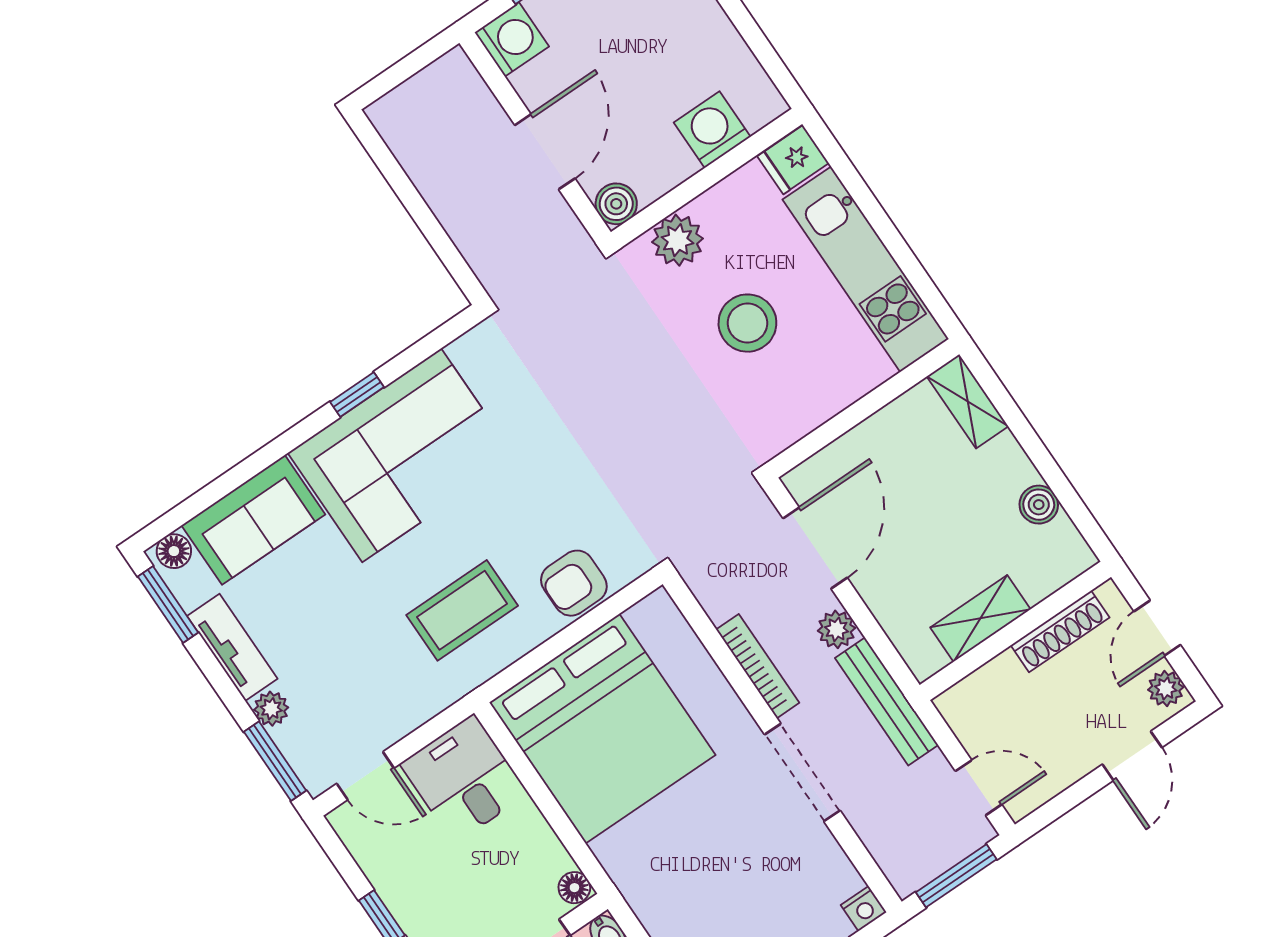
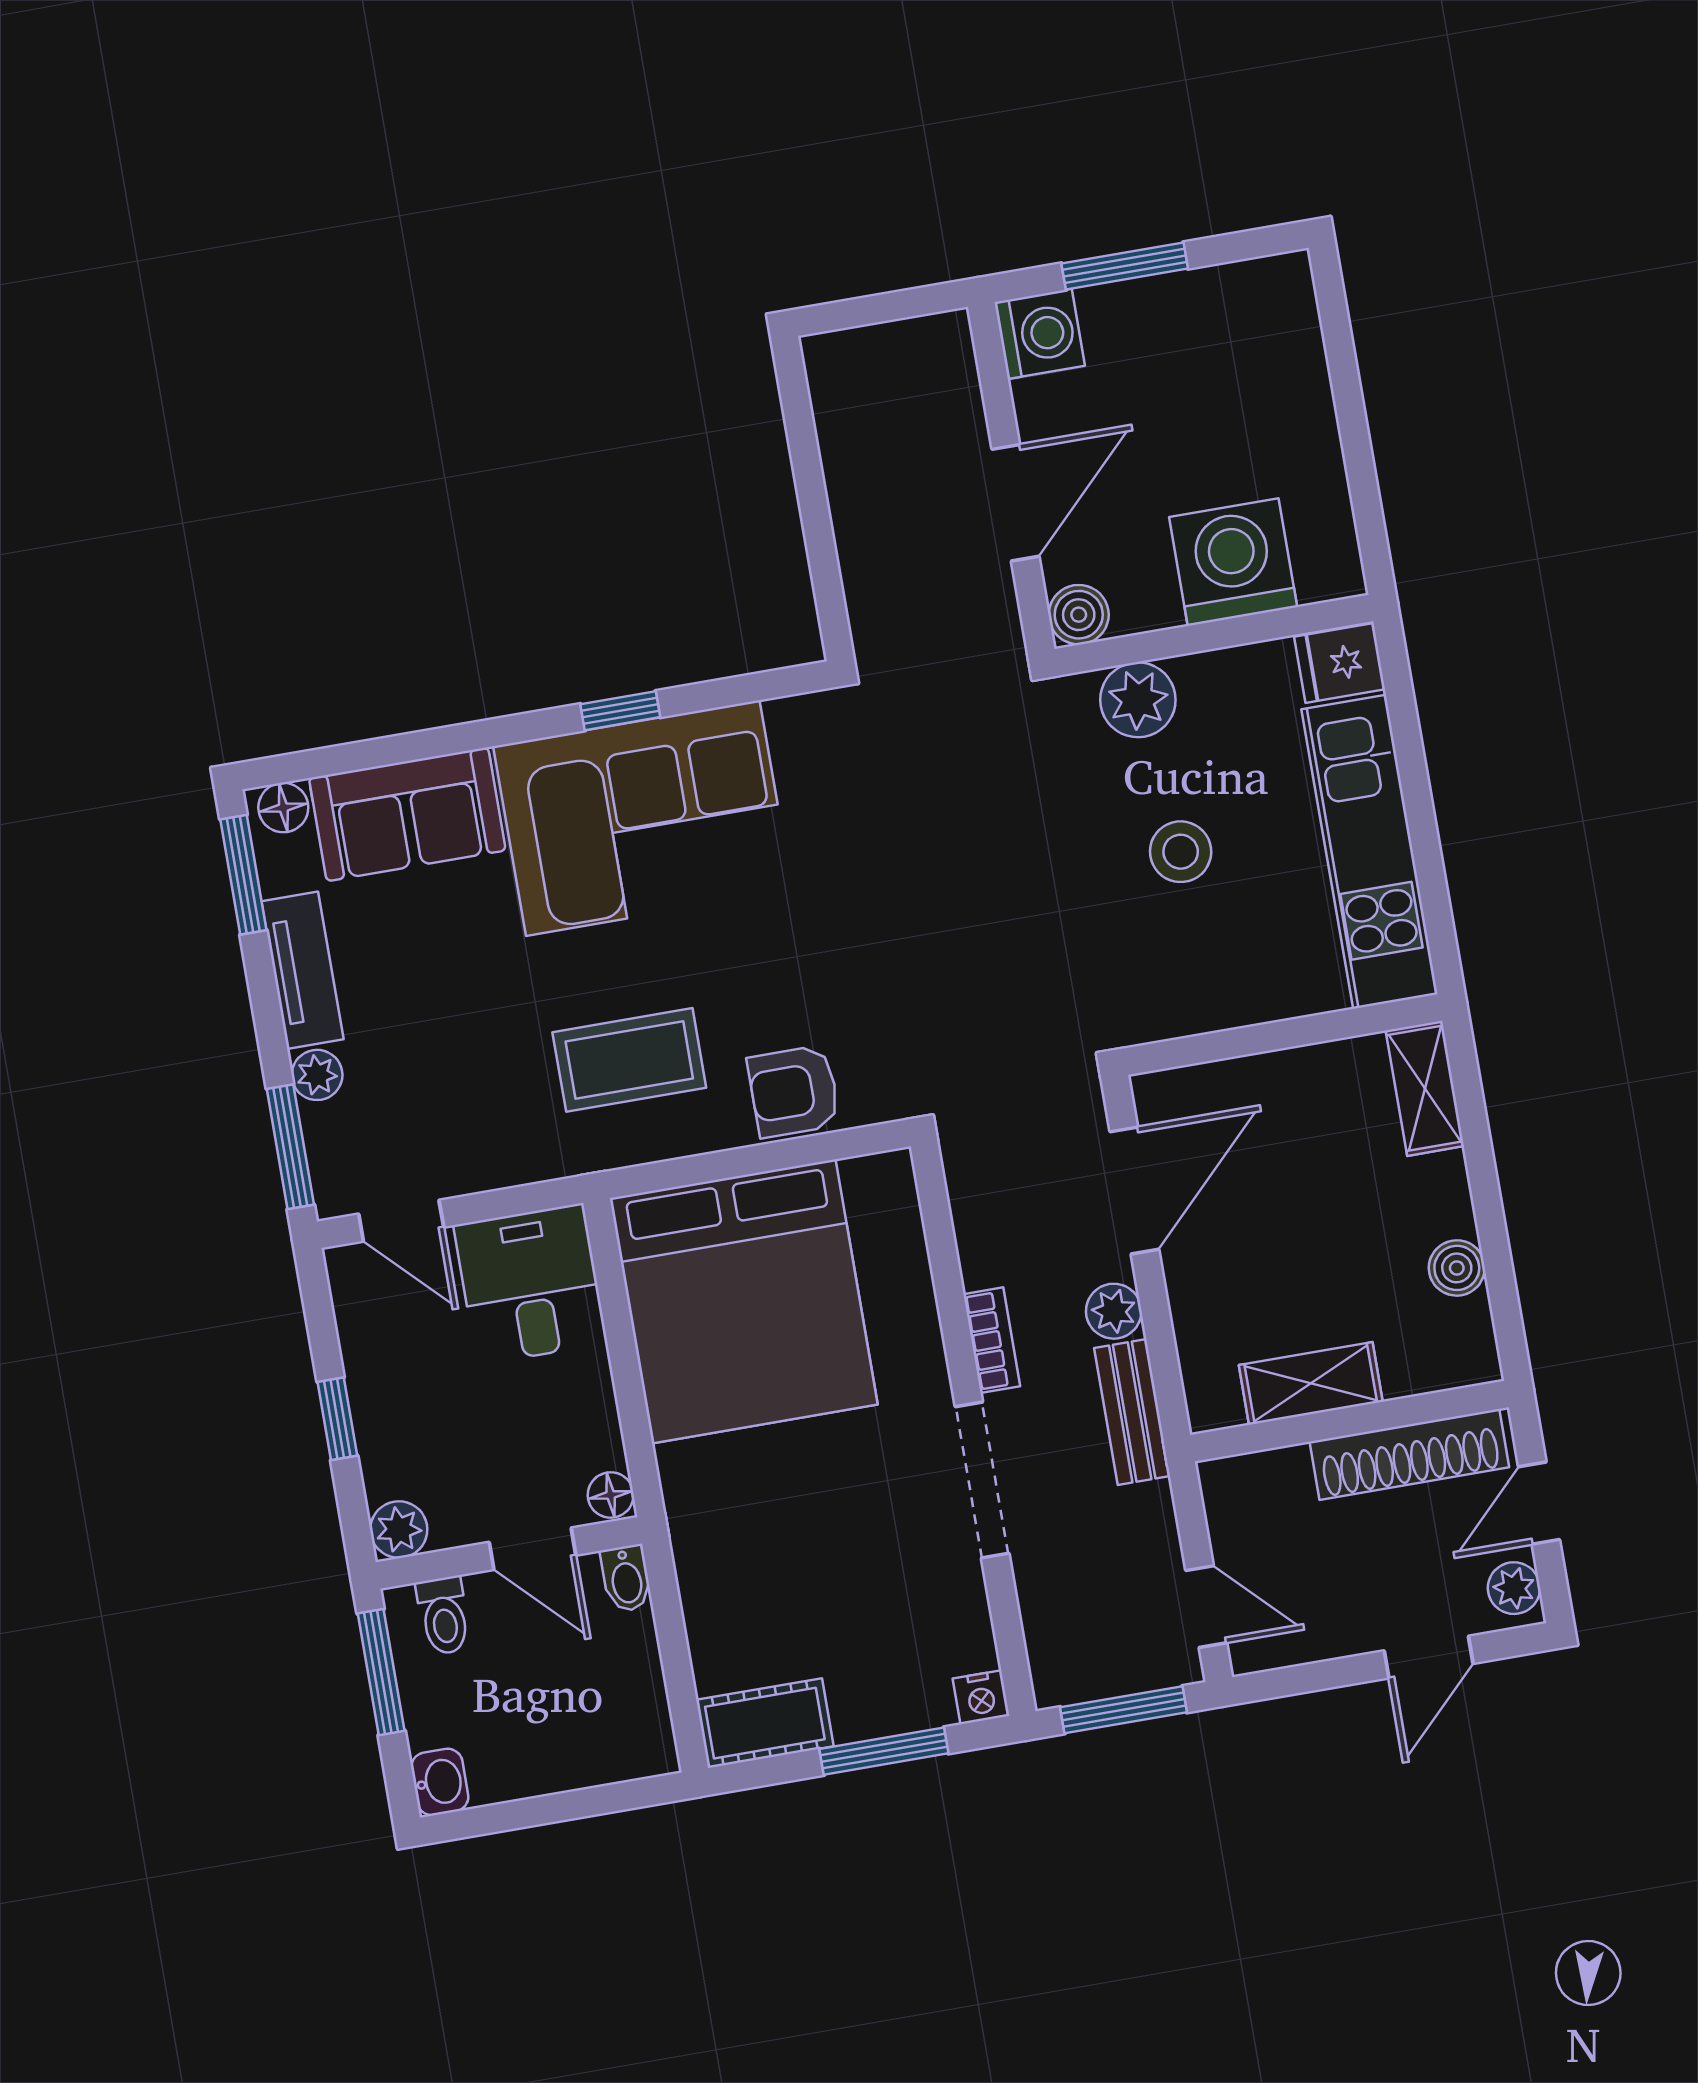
washing machine: (712, 130) -> (1233, 562), width x1.37, depth x1.37
stool: (747, 323) -> (1181, 852), width x0.73, depth x0.73
shoe rack: (1060, 631) -> (1409, 1454), width x1.36, depth x1.24
bookcase: (758, 666) -> (992, 1340), width x0.64
bench: (887, 702) -> (1132, 1412), width x0.73

